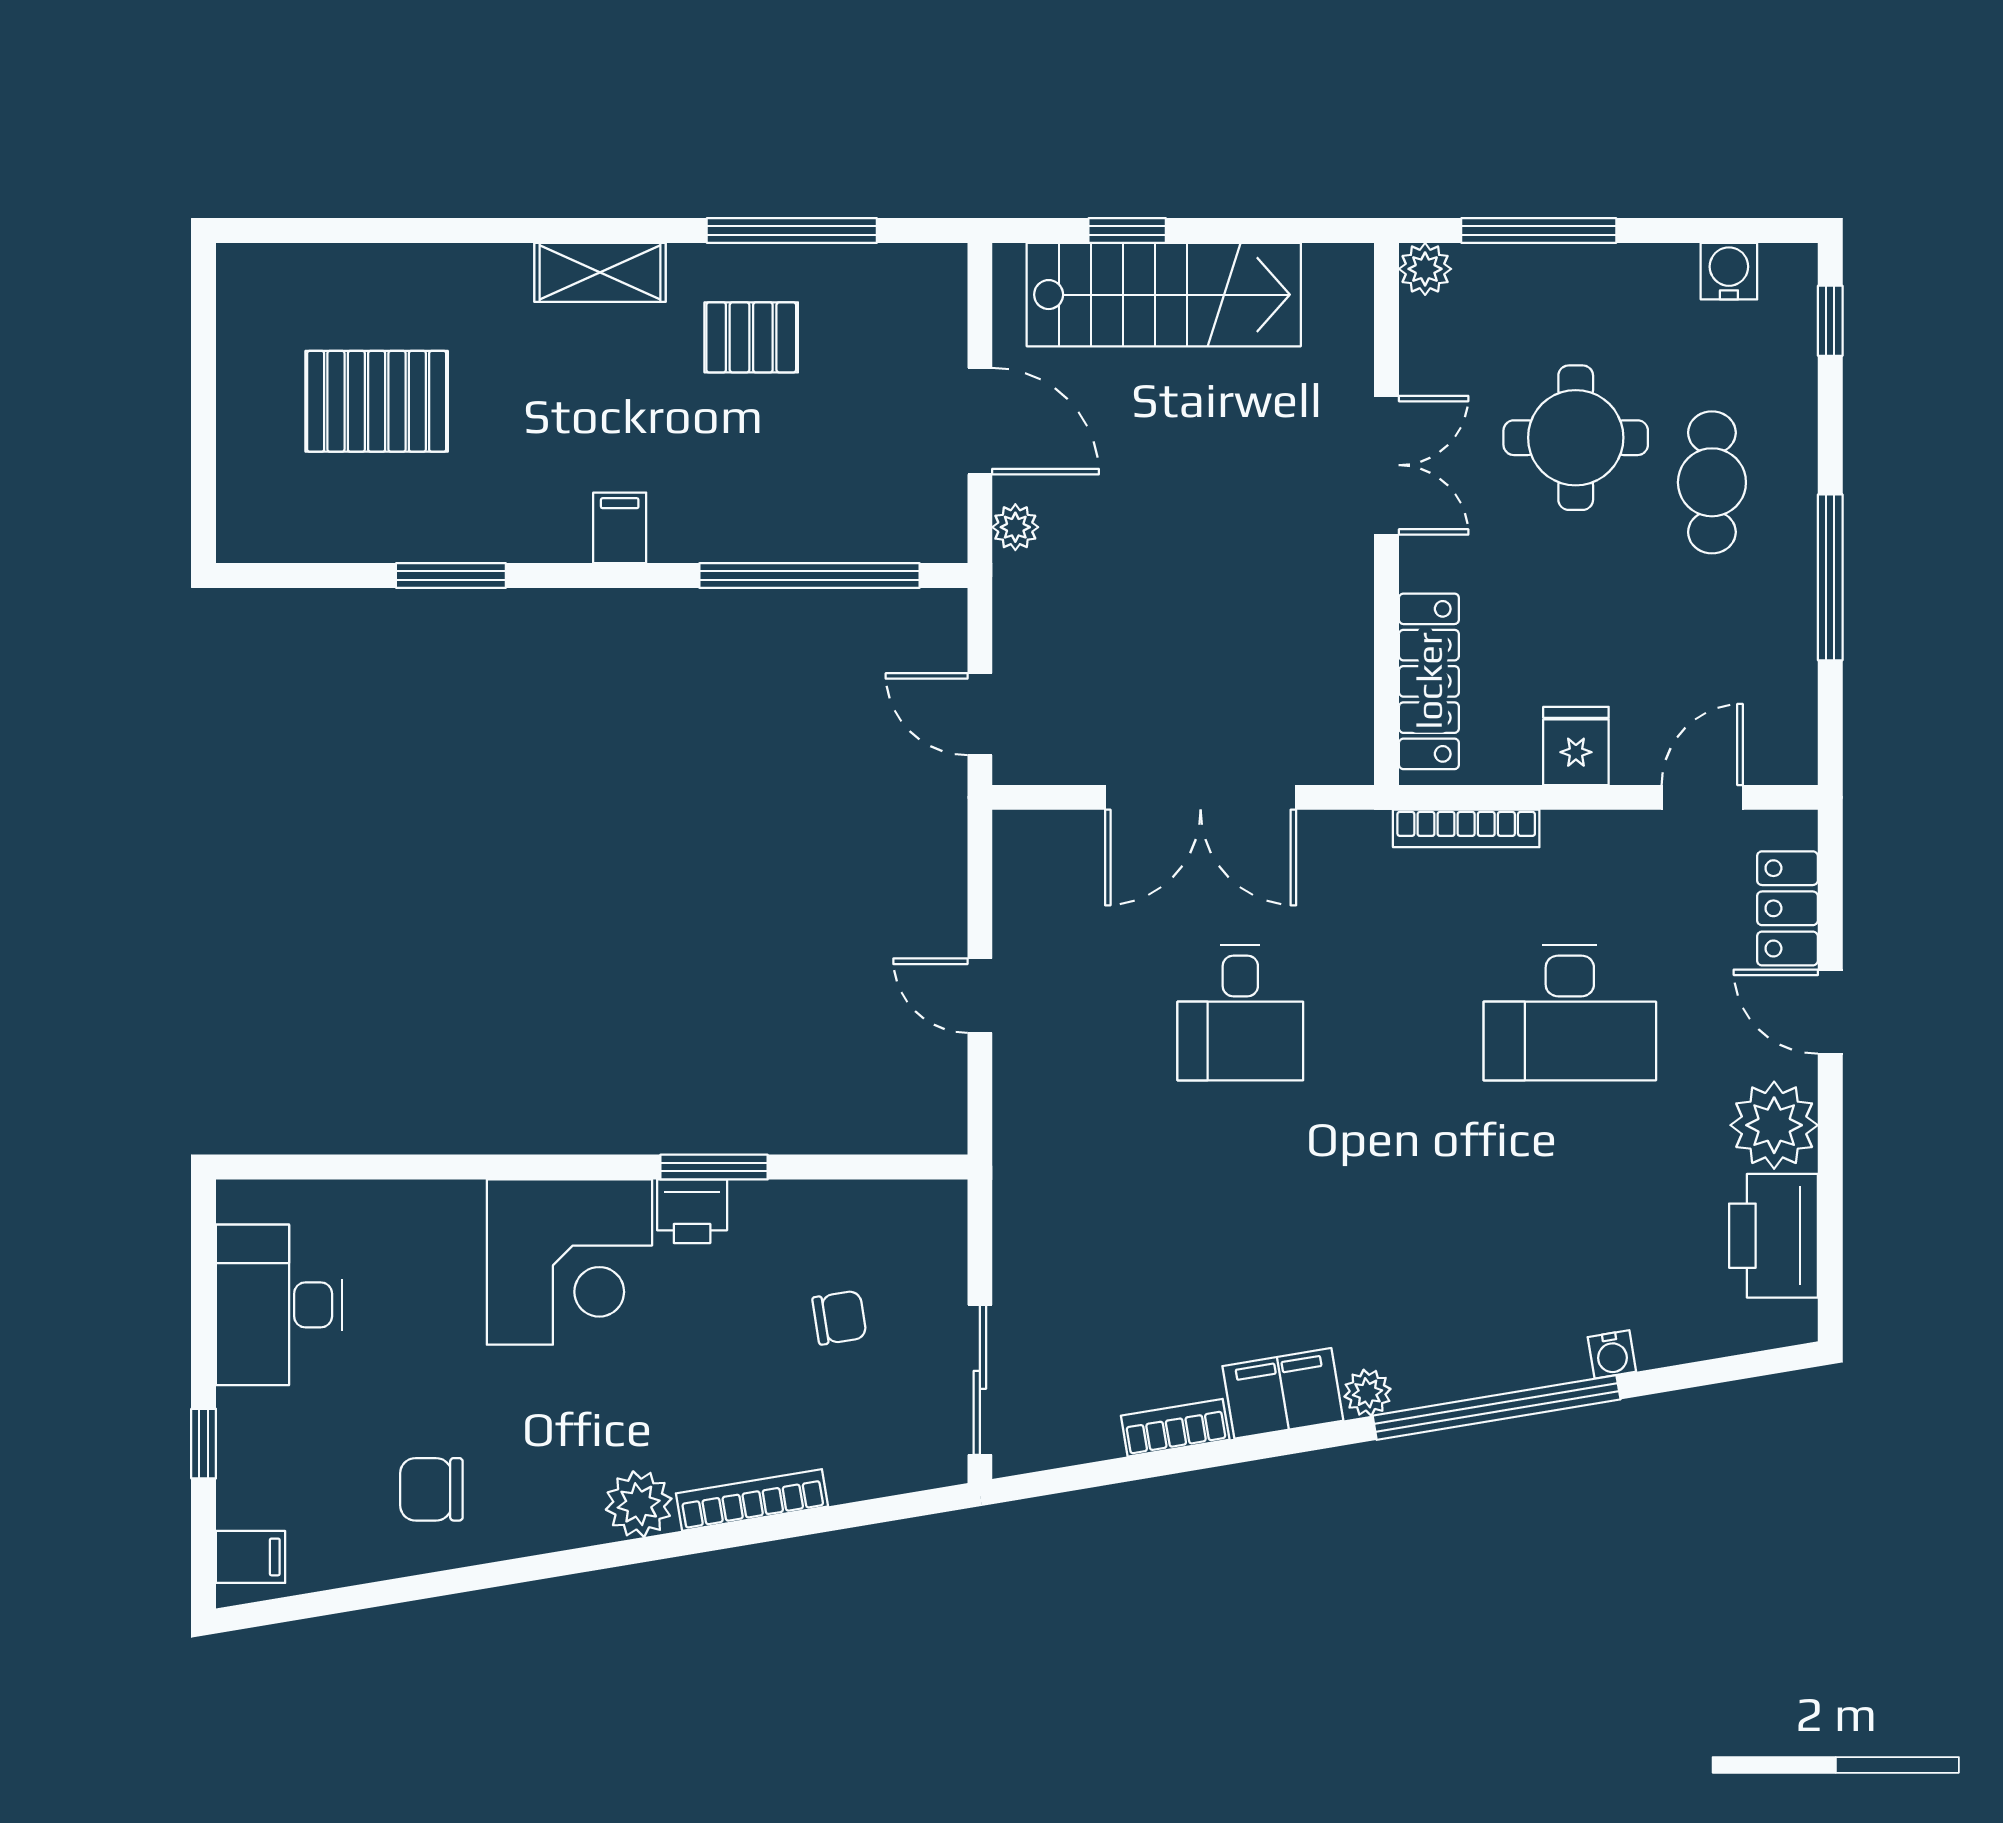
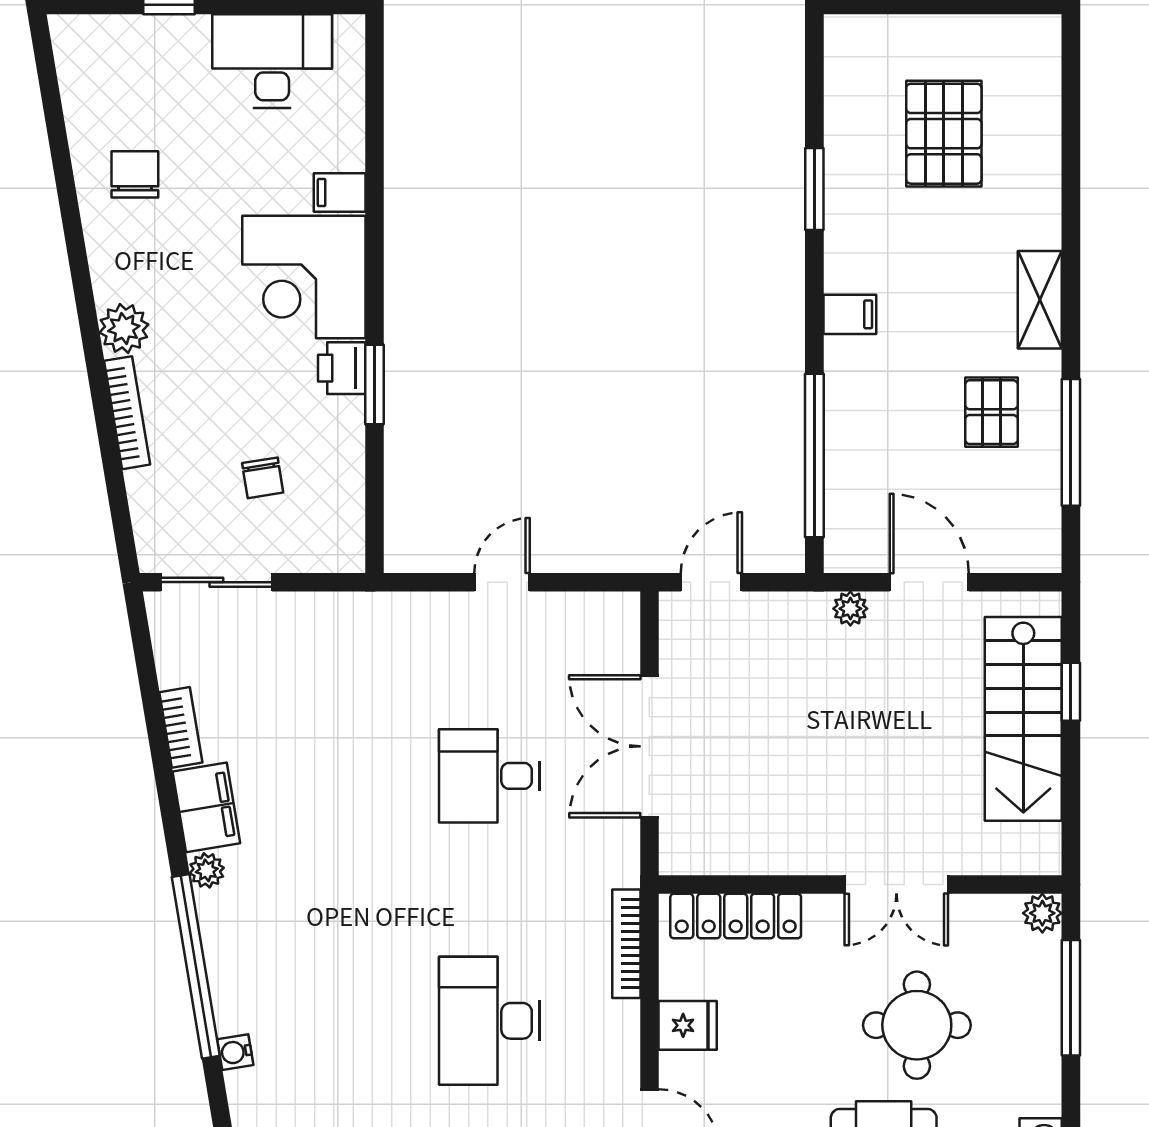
door: (980, 421) -> (929, 582), swing flipped
filing cabinet: (251, 1557) -> (340, 193), moved, turned 90

